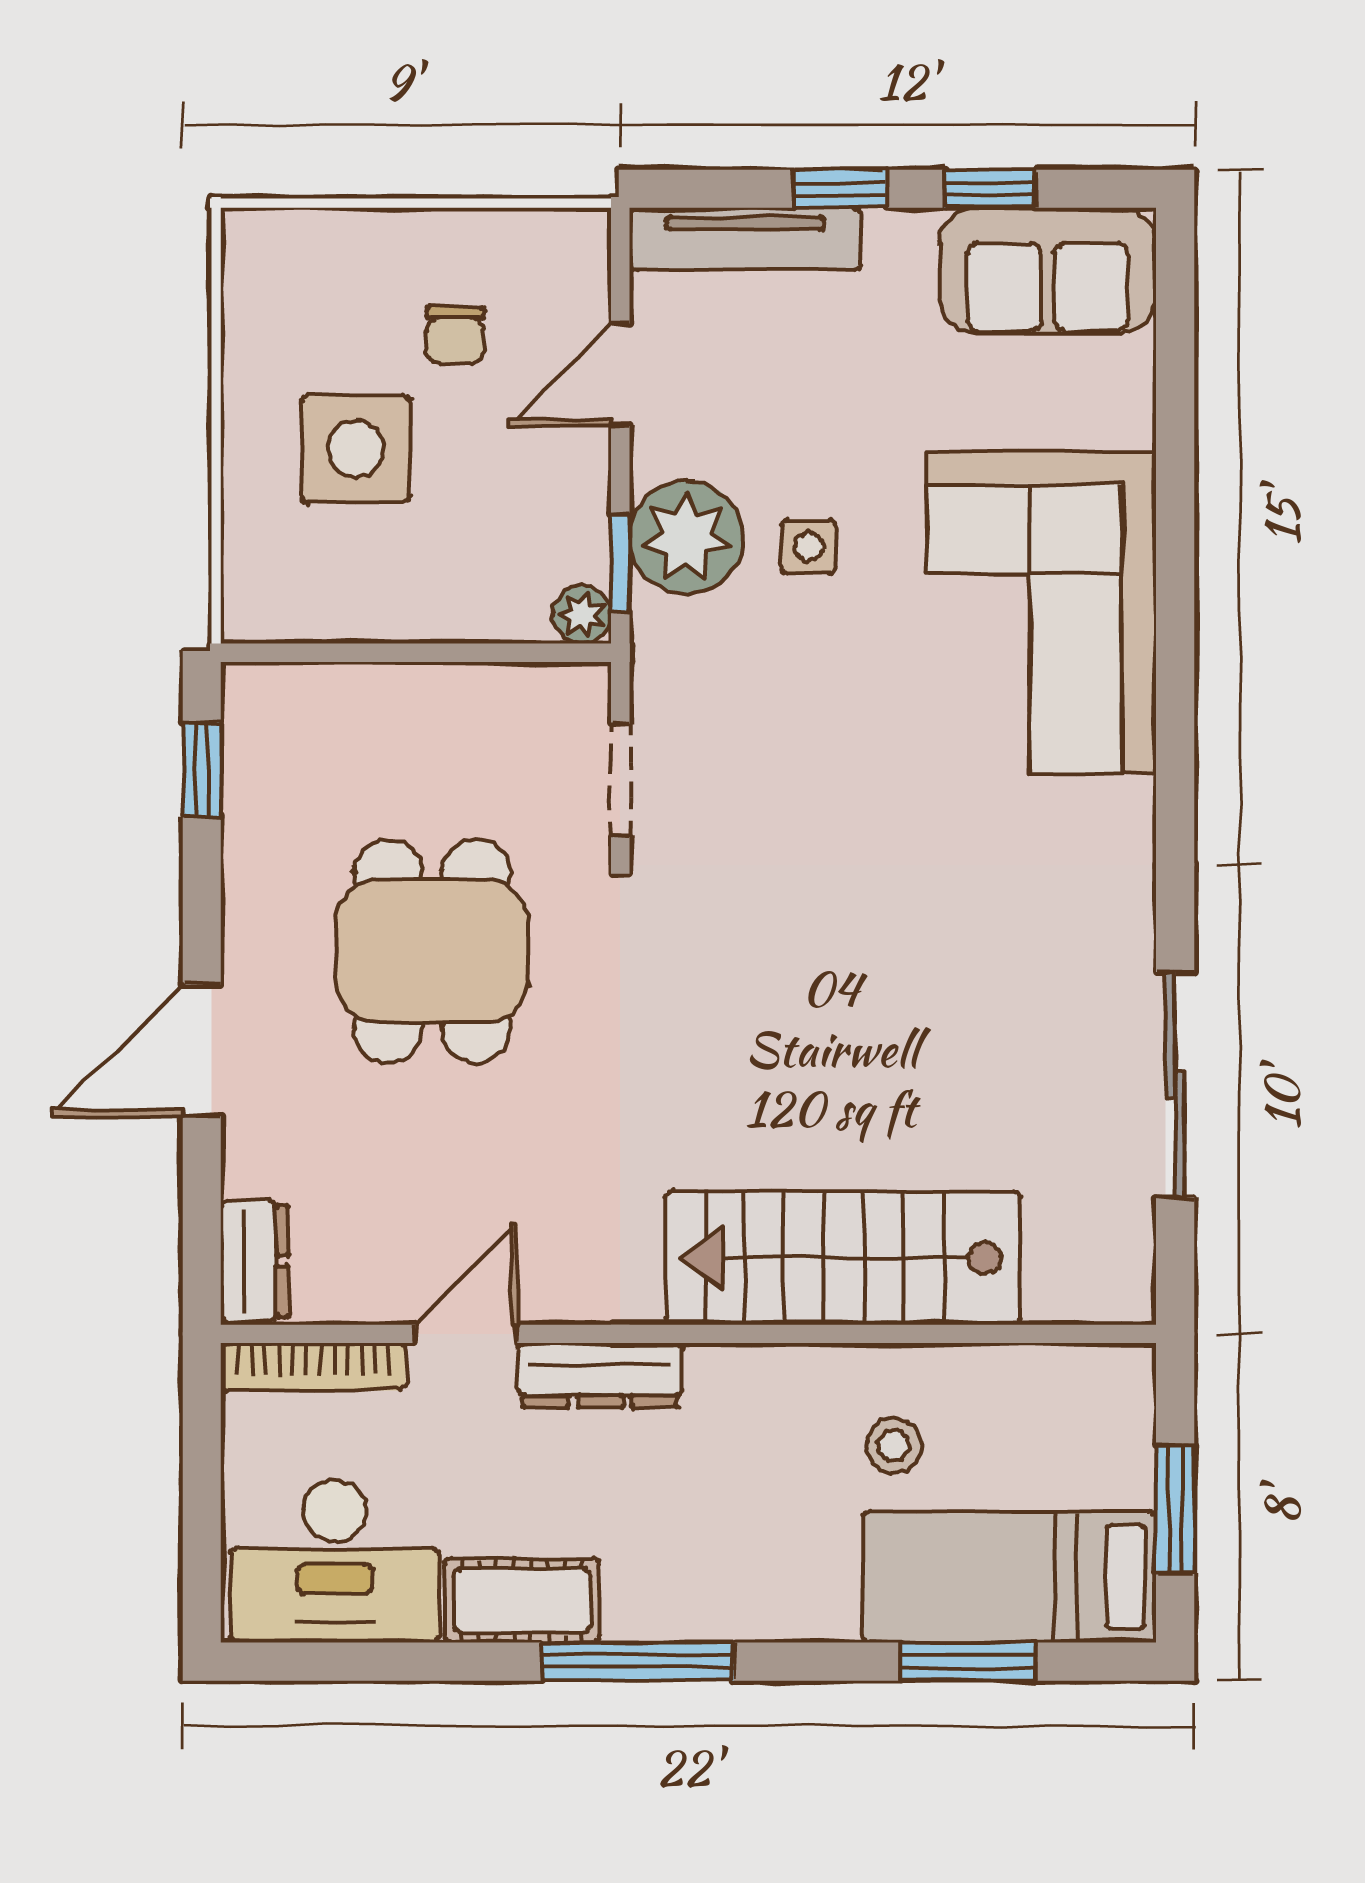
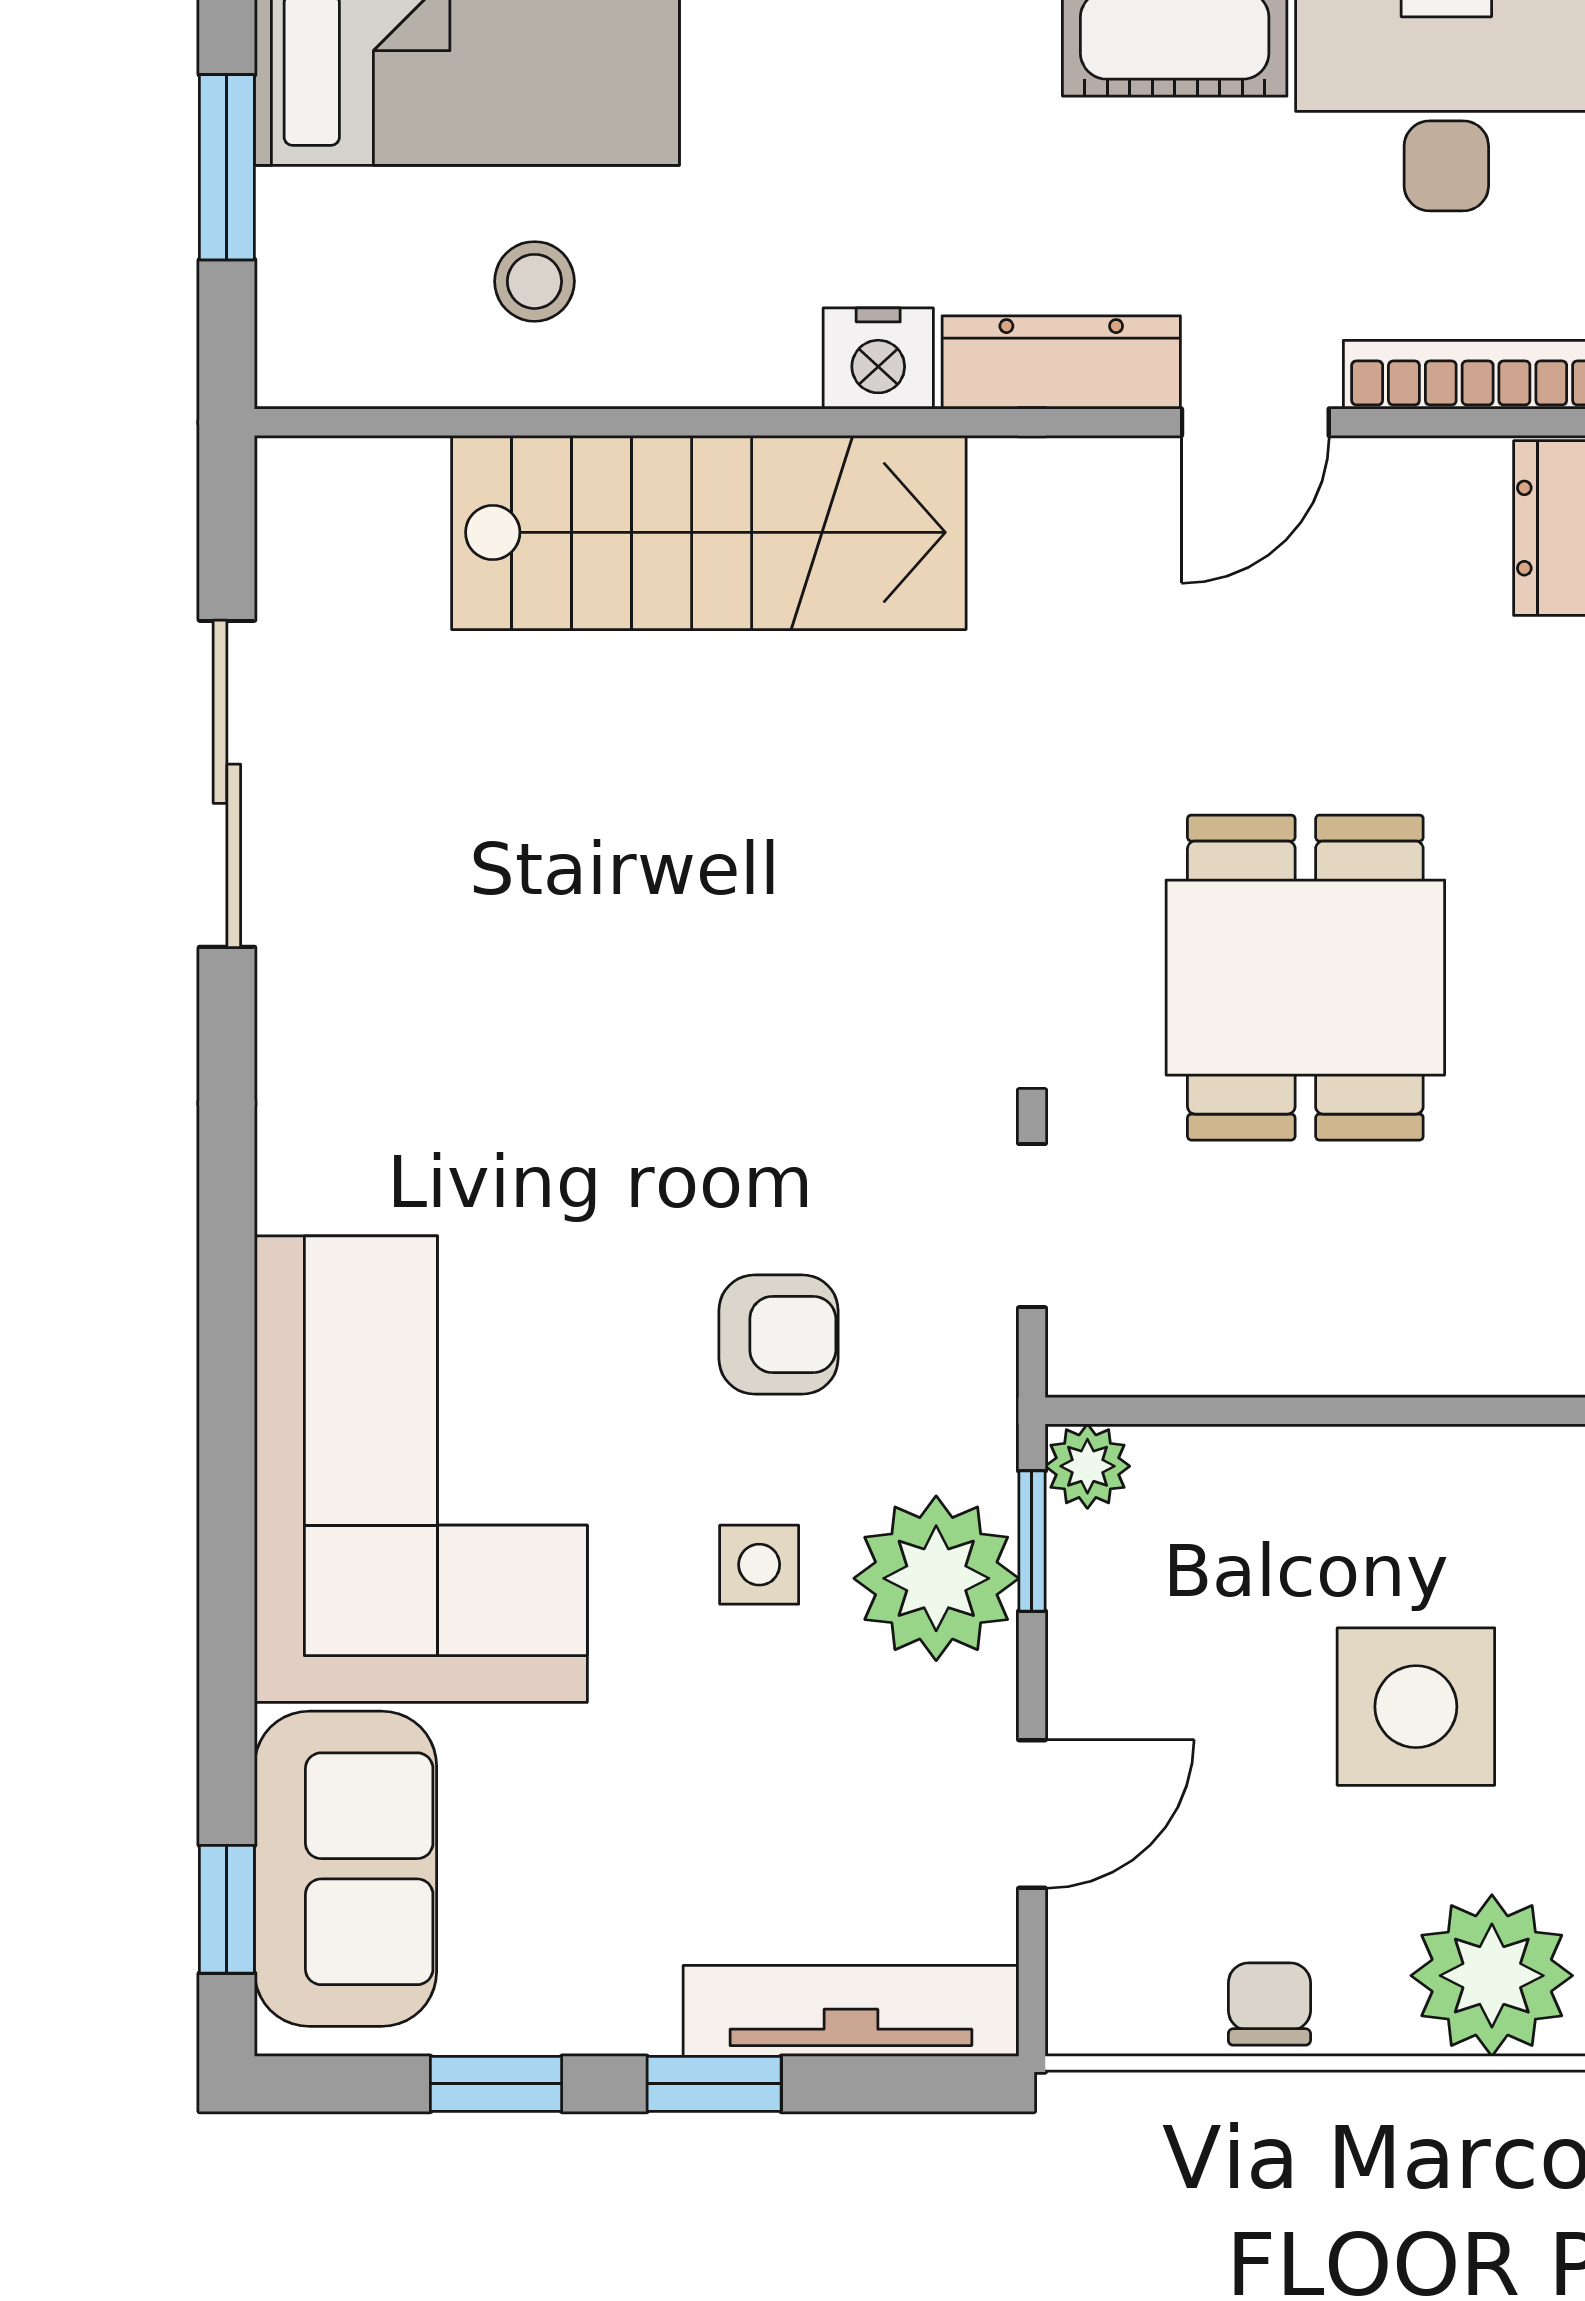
plant: (303, 263) -> (1492, 1976), added
sofa: (1048, 270) -> (346, 1869), moved, turned 90
window: (1175, 309) -> (227, 1909), added
chair: (455, 335) -> (1269, 2004), moved
armchair: (795, 705) -> (779, 1334), added
nightstand: (726, 1378) -> (878, 358), added
stool: (894, 1445) -> (534, 281), moved

